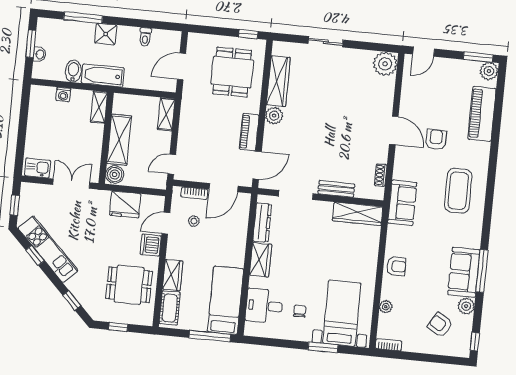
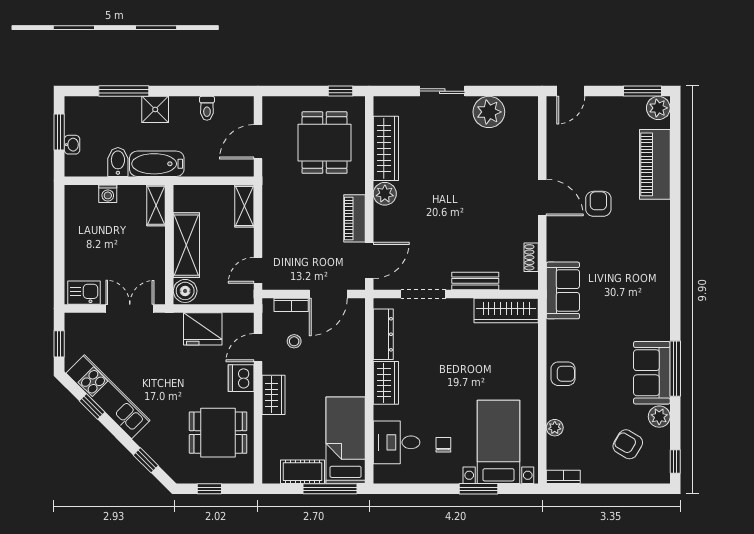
plant: (385, 64) -> (489, 112), moved
coffee table: (458, 191) -> (634, 268), removed
wardrobe: (173, 275) -> (273, 395), moved
cot: (170, 308) -> (303, 472), moved, turned 90

